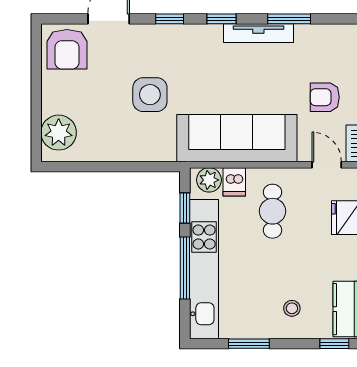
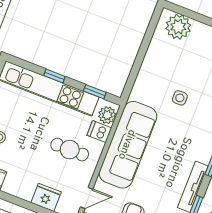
side table: (150, 95) -> (180, 98), width x0.54, depth x0.54
window: (185, 268) -> (54, 76), width x0.46

